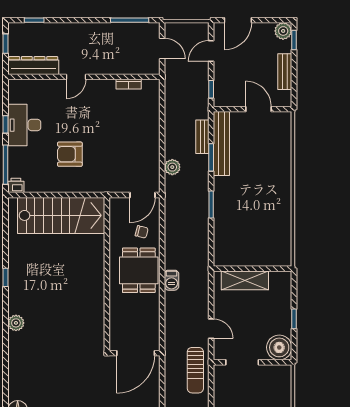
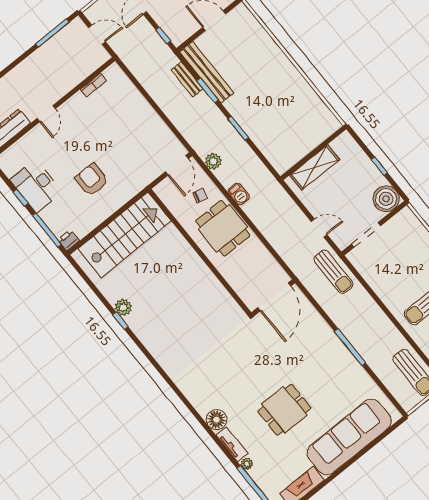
armchair: (70, 154) -> (92, 180), turned 90
plant: (172, 167) -> (213, 161), moved
barbecue: (172, 280) -> (239, 194), moved
plant: (16, 323) -> (123, 307), moved

